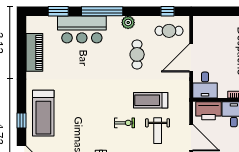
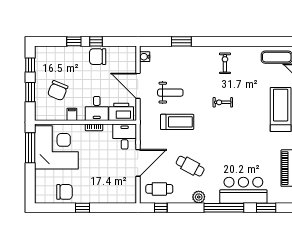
cafe table: (137, 54) -> (190, 166), turned -62
exercise bike: (125, 123) -> (223, 102), moved
weight bench: (158, 131) -> (170, 93), turned 90

